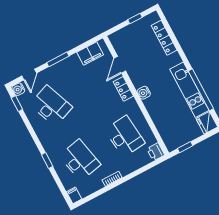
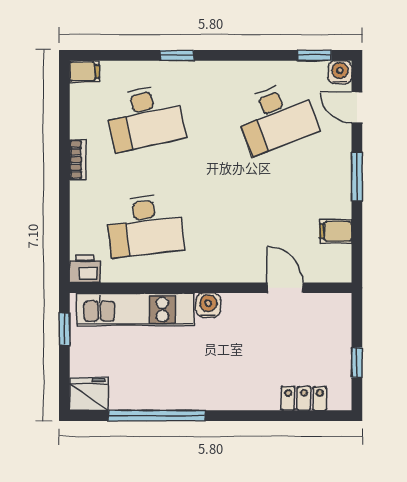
locker: (164, 38) -> (304, 398), width x0.66
filing cabinet: (90, 53) -> (336, 231), width x0.50
locker: (123, 89) -> (236, 271), removed
kitchen unit: (189, 90) -> (136, 309), moved, turned 180

